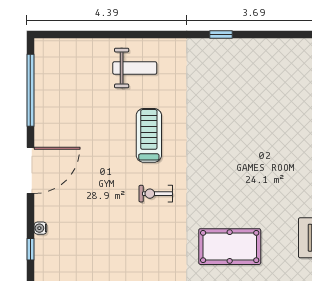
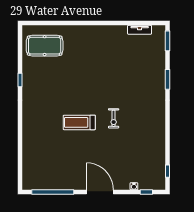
weight bench: (135, 68) -> (40, 131), removed
pool table: (230, 247) -> (45, 46), moved, turned 90

